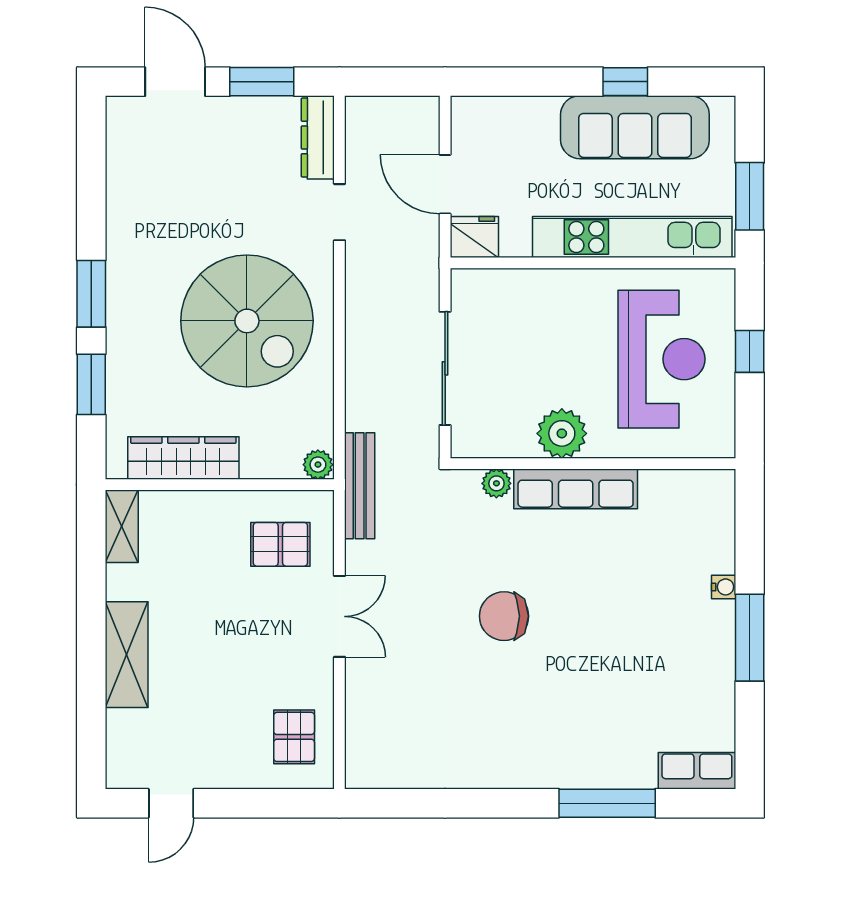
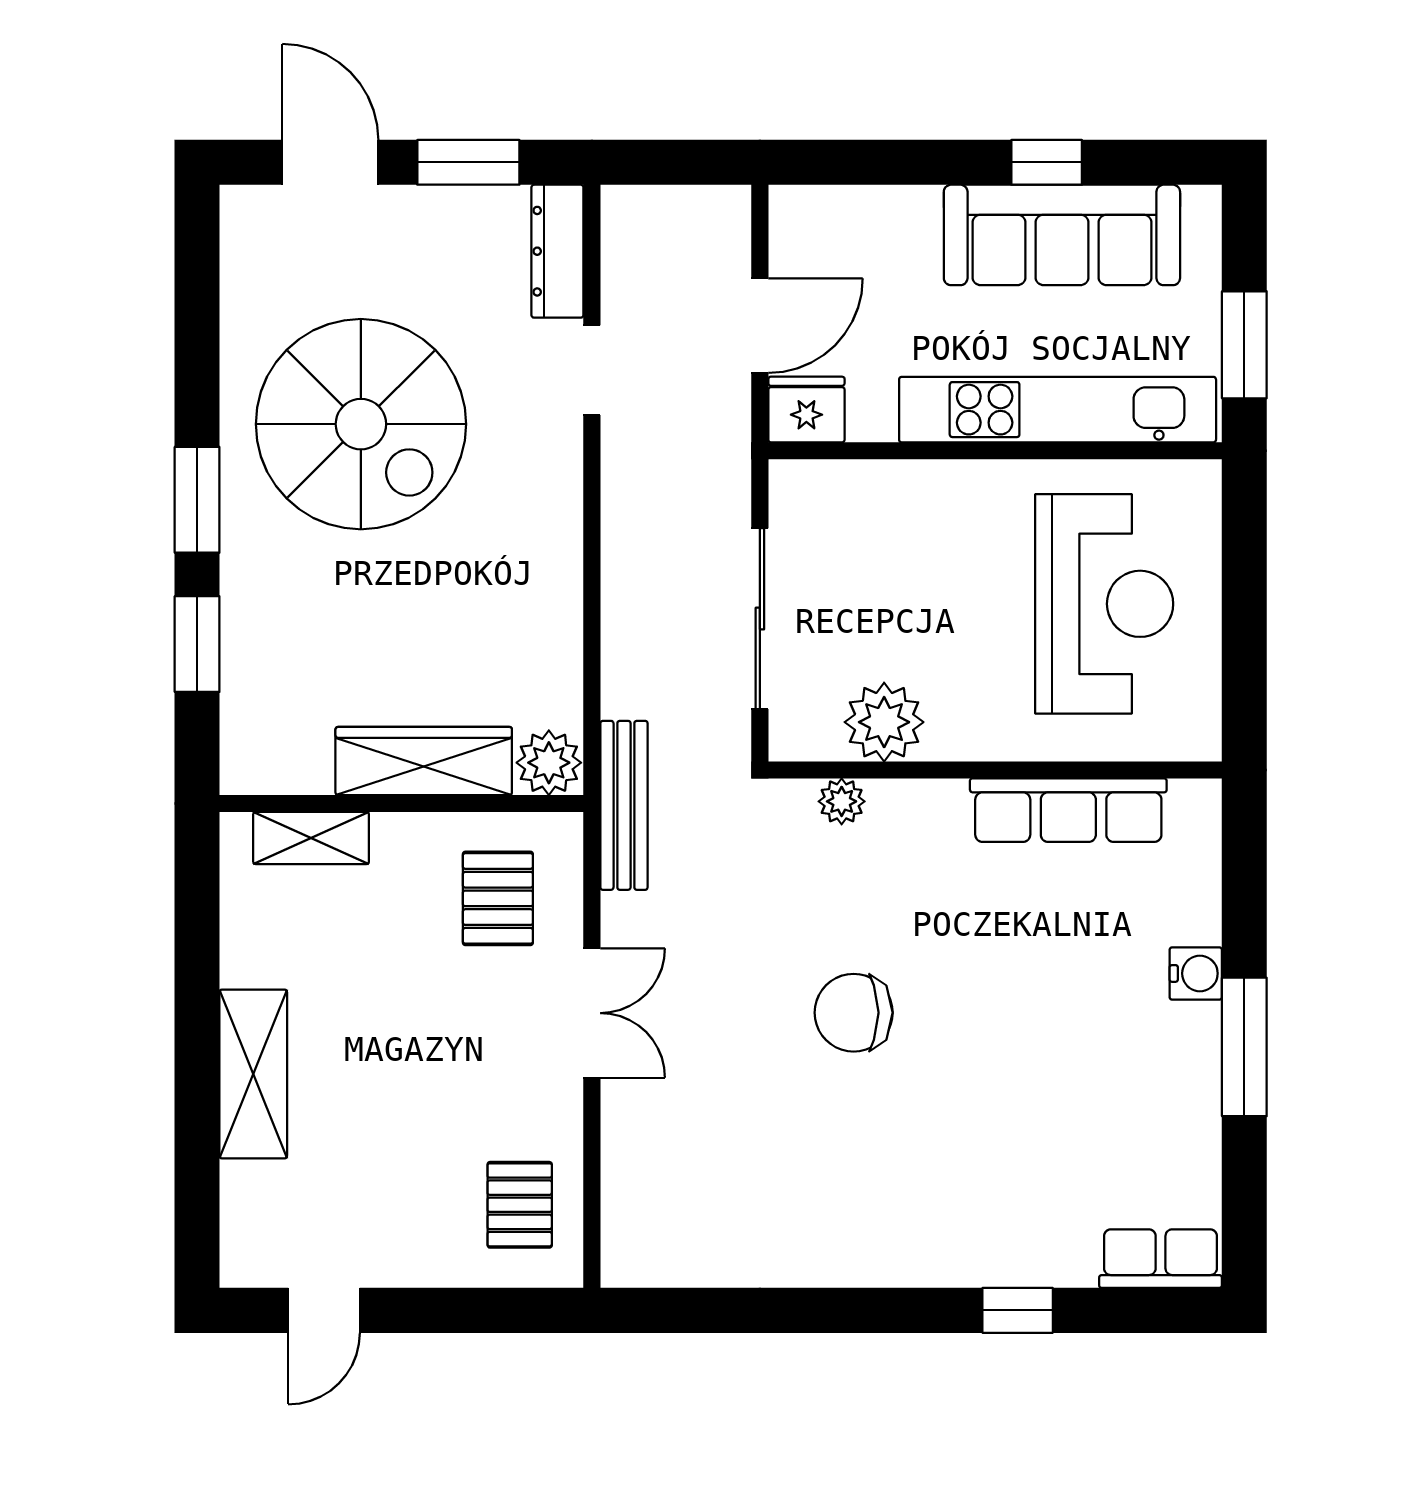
door: (445, 184) -> (760, 326), swing flipped
spiral stairs: (247, 321) -> (361, 424), moved
window: (750, 351) -> (1244, 592), removed
plant: (562, 433) -> (884, 722), moved
wardrobe: (183, 458) -> (424, 761), moved
plant: (318, 465) -> (549, 763), width x1.38, depth x1.38
row of seats: (576, 489) -> (1068, 810), moved
shelving: (122, 526) -> (311, 838), moved, turned 90
pallet: (280, 544) -> (498, 898), turned 90
water cooler: (724, 587) -> (1196, 973), width x1.38, depth x1.38
window: (607, 803) -> (1018, 1310), width x0.46

